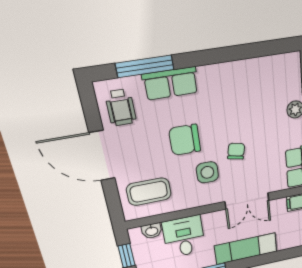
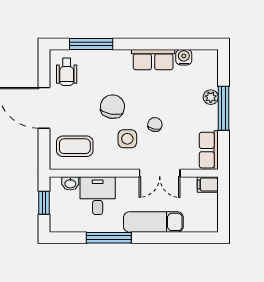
water cooler: (261, 66) -> (184, 57), added
row of seats: (171, 83) -> (153, 60), moved
chair: (185, 140) -> (112, 107), turned 100

